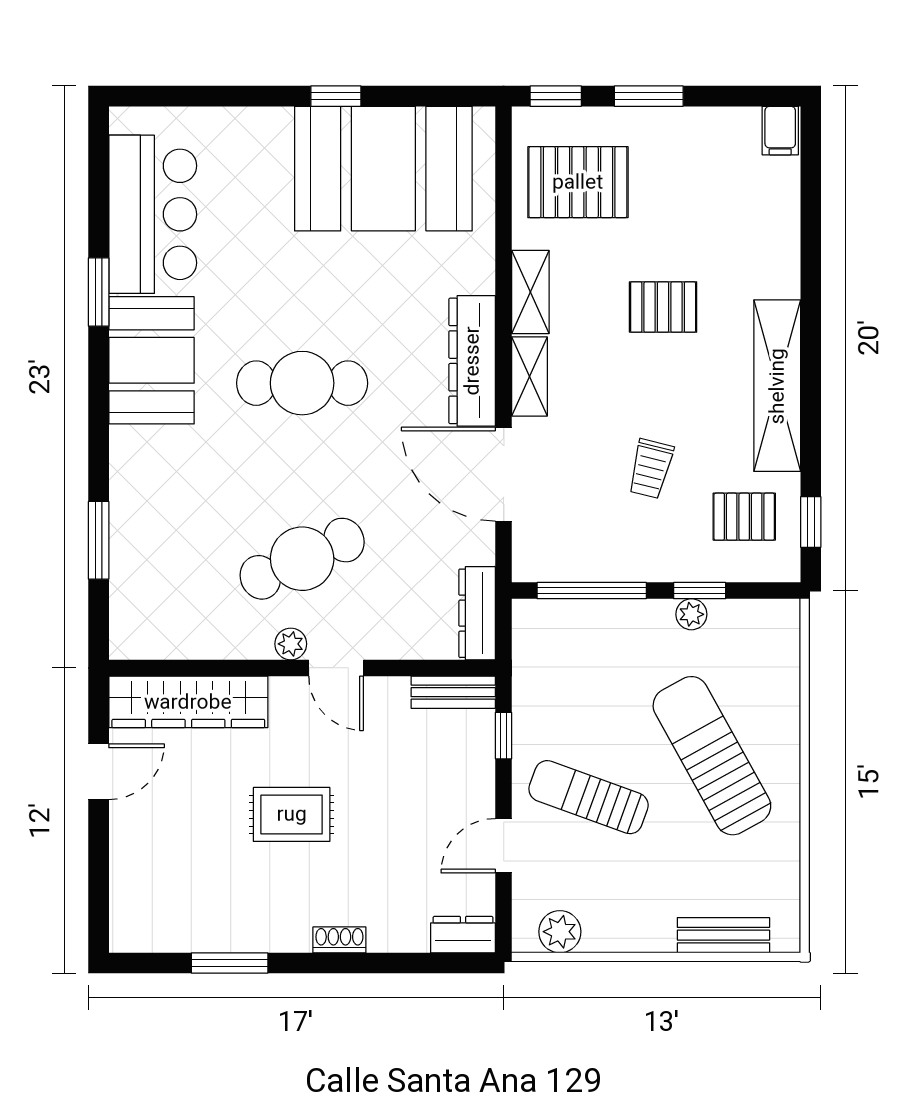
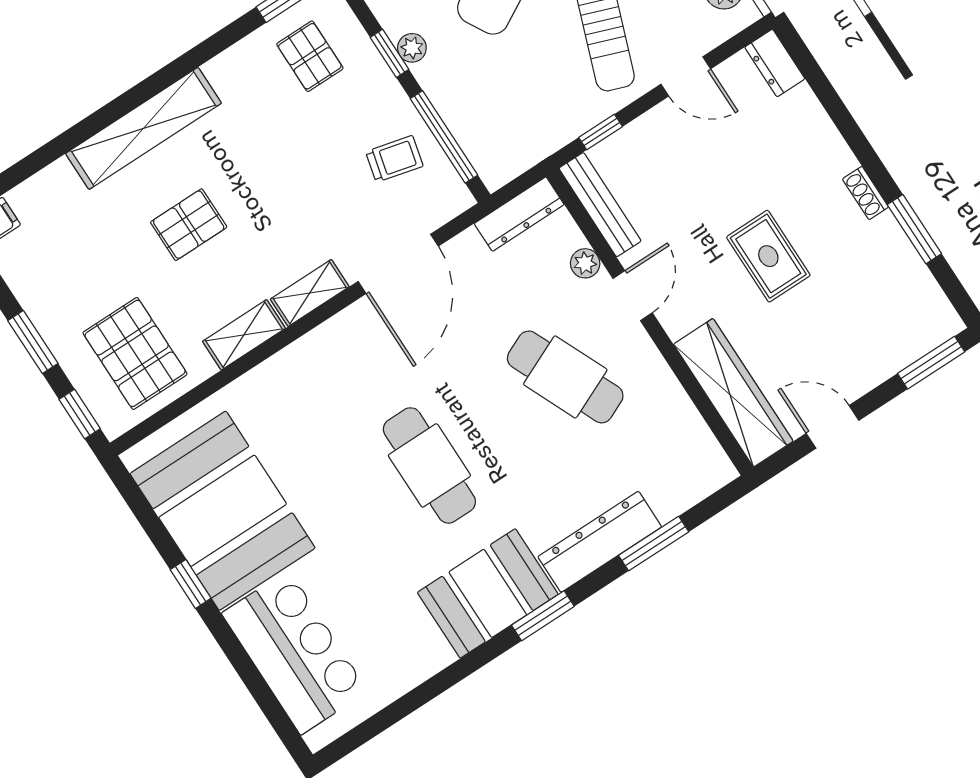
bar counter: (153, 214) -> (295, 652), moved, turned 90
window: (99, 292) -> (543, 616), moved
pallet: (663, 307) -> (189, 225), turned 90
dresser: (472, 361) -> (600, 542), moved, turned 180
shelving: (777, 386) -> (143, 128), moved
trolley: (651, 469) -> (394, 159), moved
plant: (291, 644) -> (585, 263), moved
bench: (453, 692) -> (600, 205), width x1.36
window: (99, 899) -> (931, 363), added
shoe rack: (339, 940) -> (865, 193), moved

